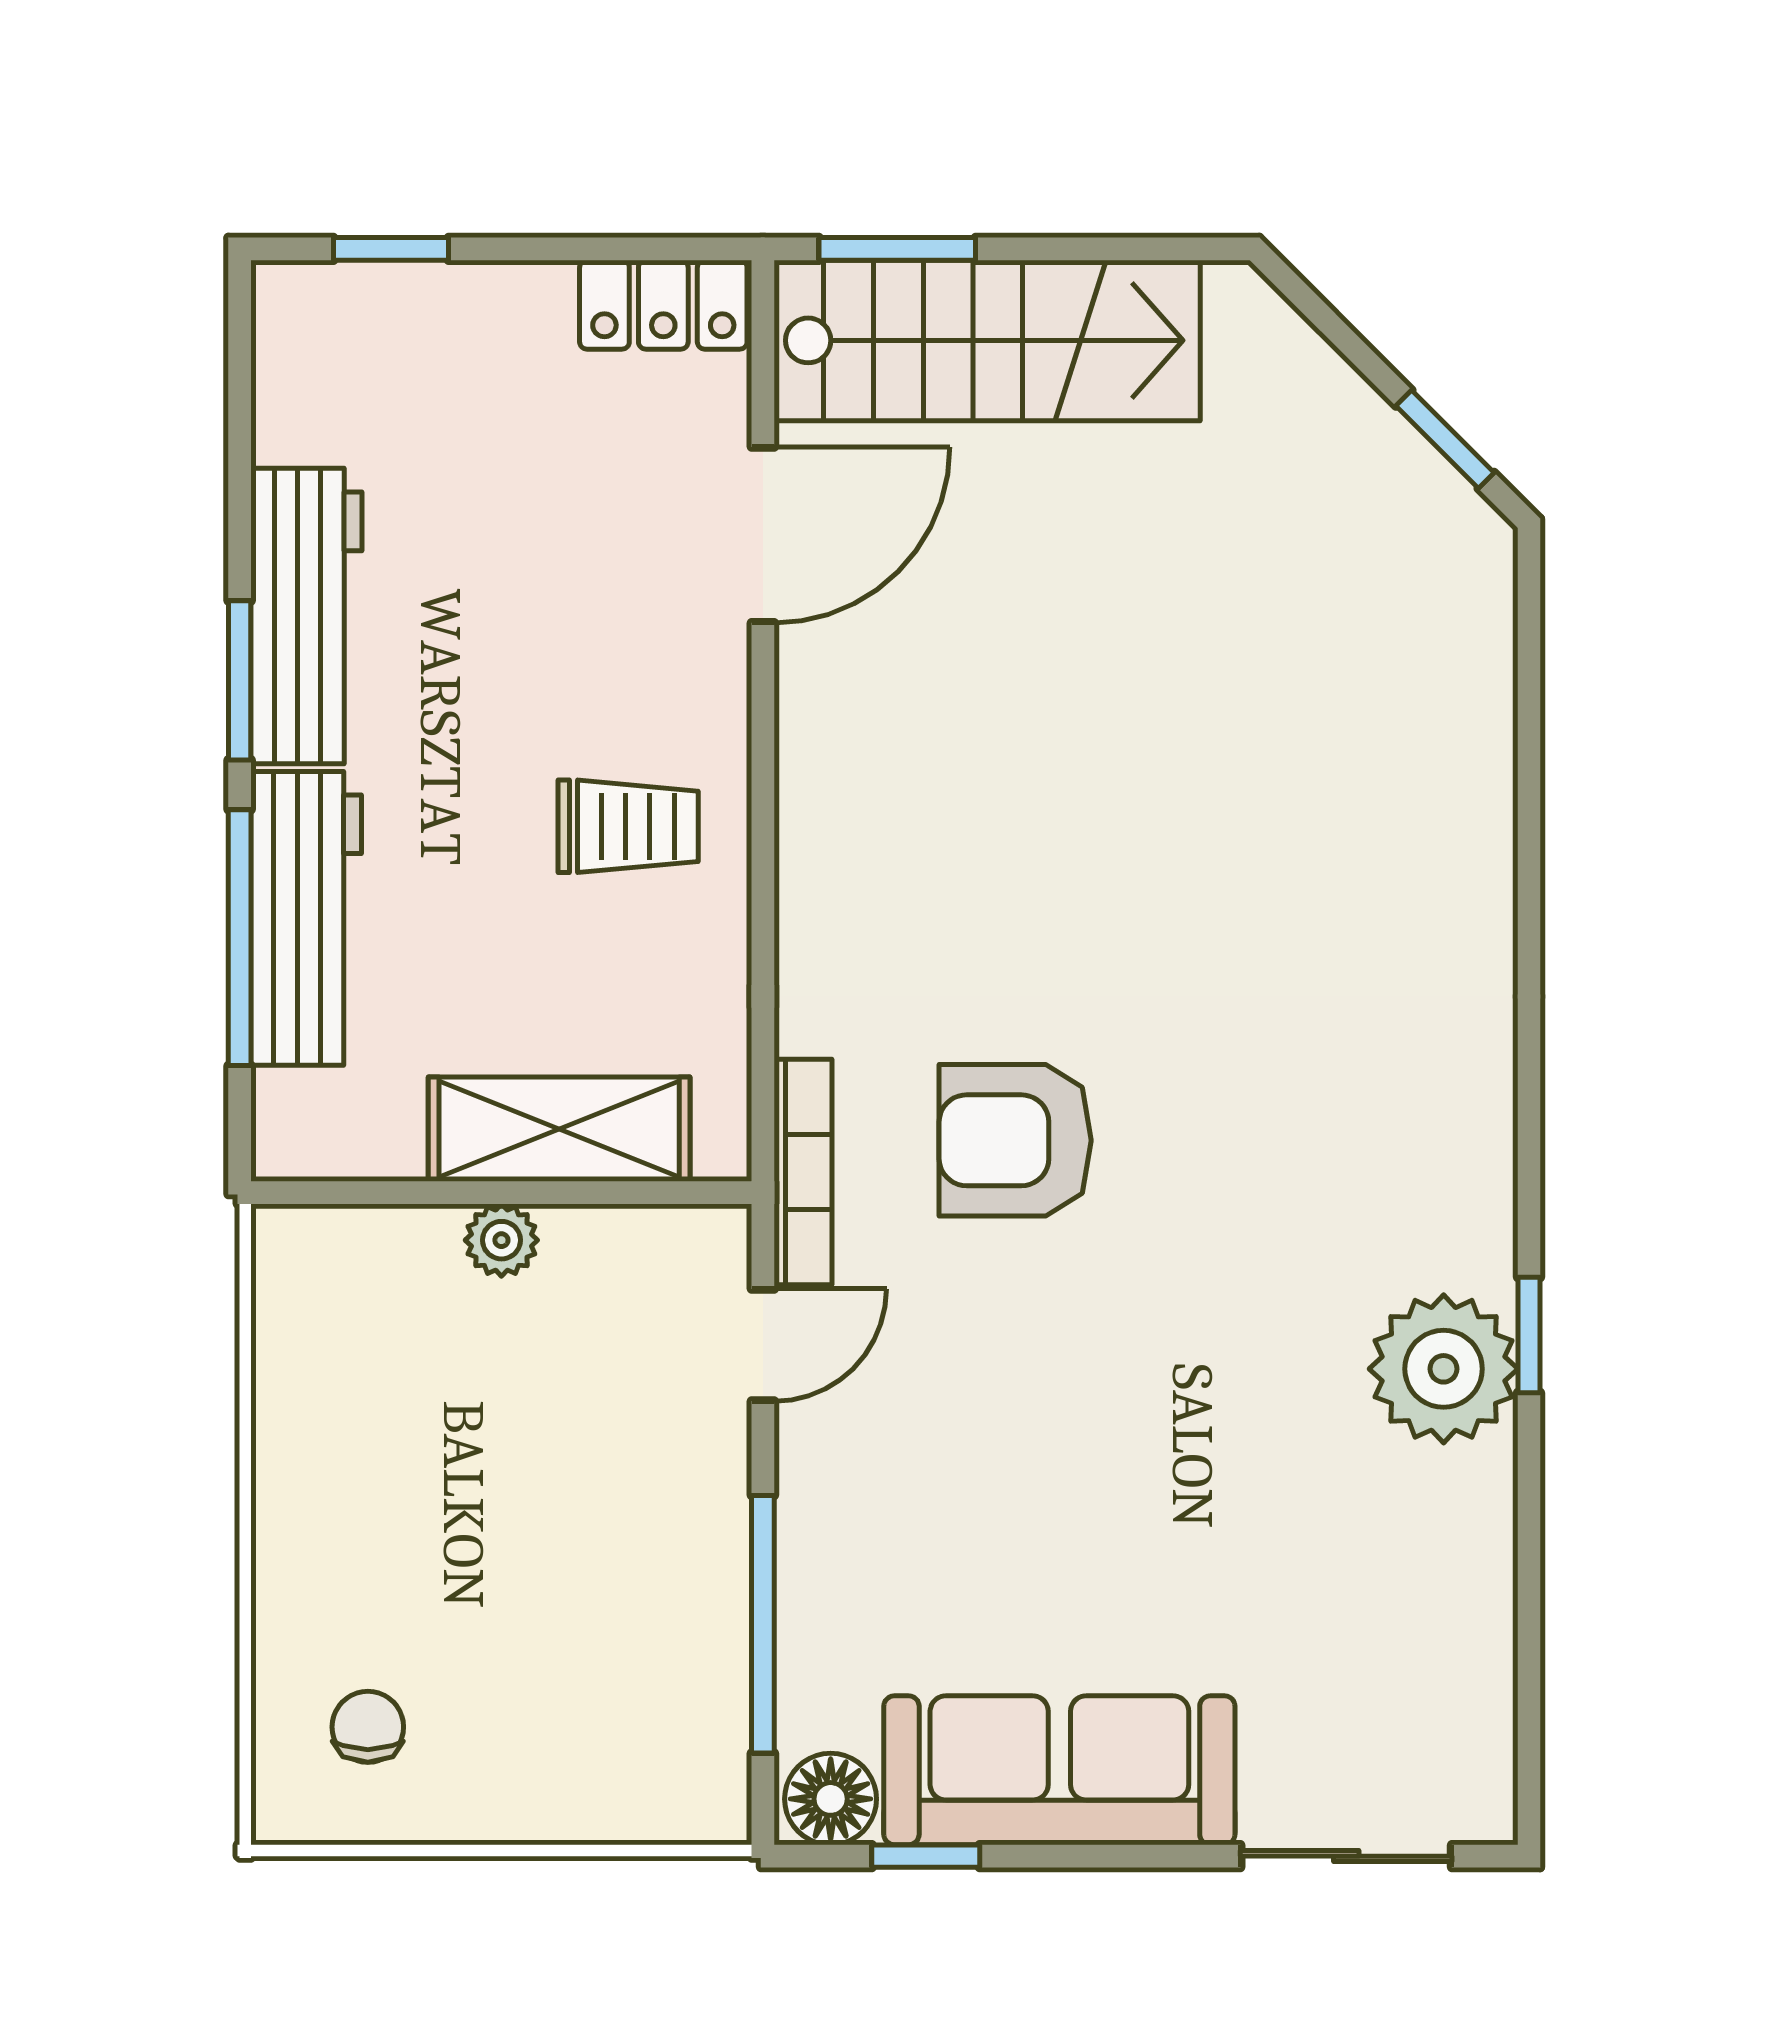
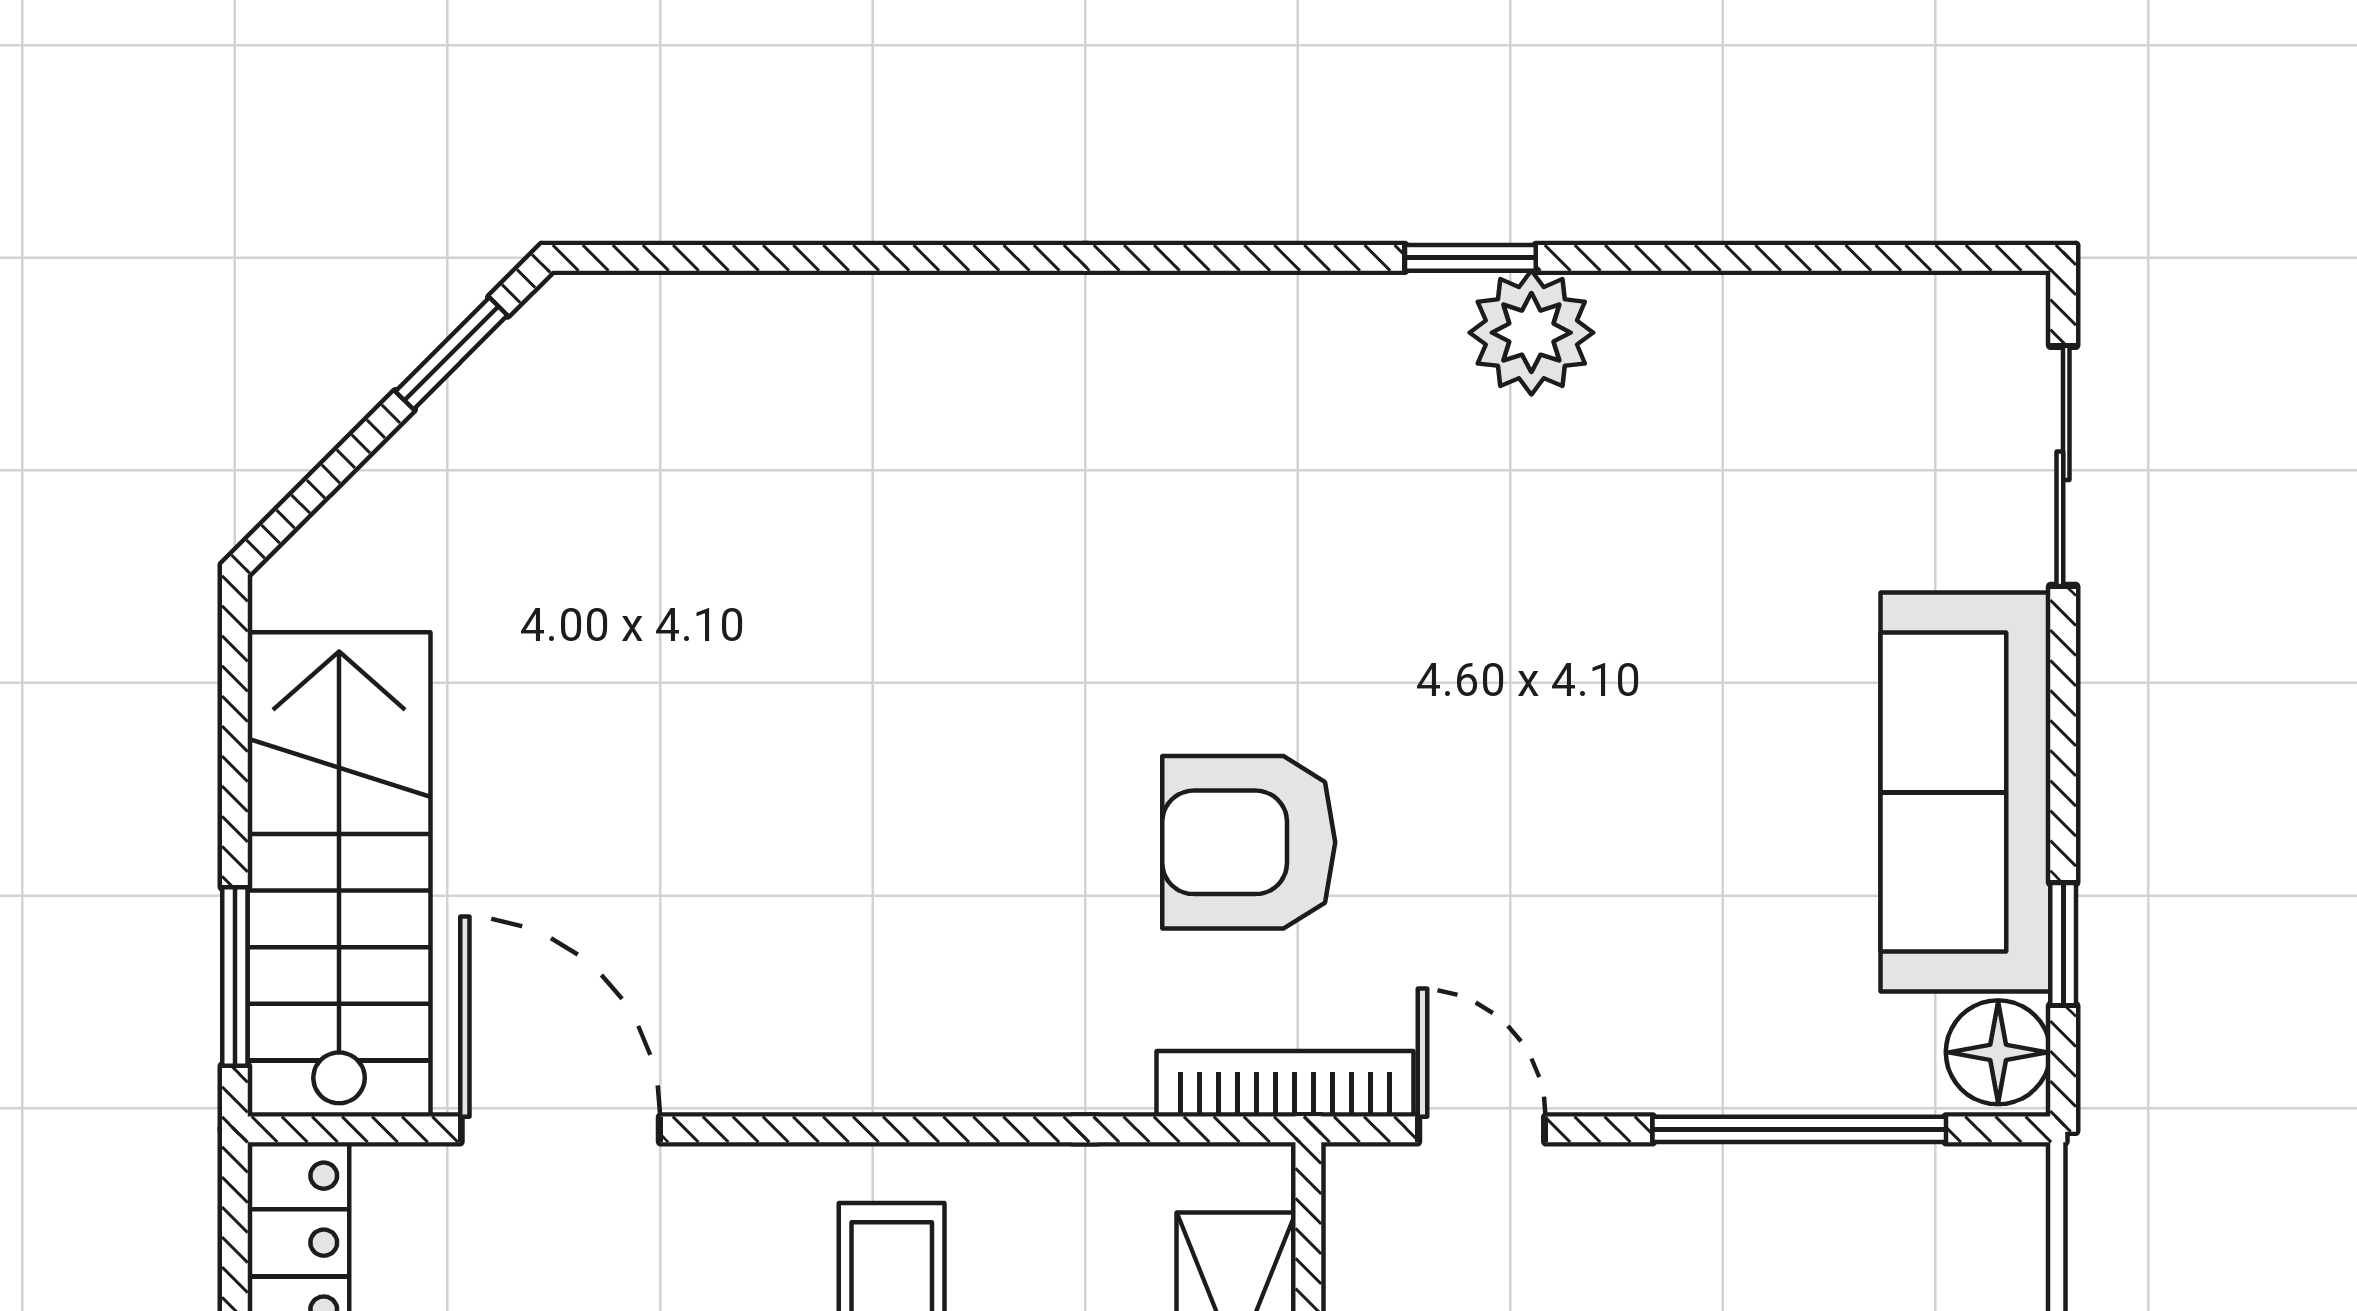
armchair: (1015, 1140) -> (1249, 842), turned 90
plant: (1444, 1369) -> (1531, 333), width x0.73, depth x0.73

